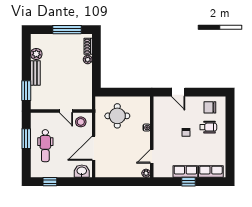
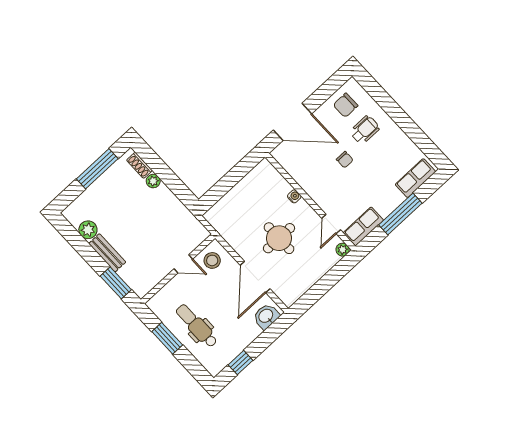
door: (178, 92) -> (293, 122), width x1.88
round table: (117, 116) -> (279, 238), moved
dental chair: (45, 146) -> (197, 326), turned 180
row of seats: (185, 171) -> (363, 226), moved
window: (188, 182) -> (400, 214), width x2.17

